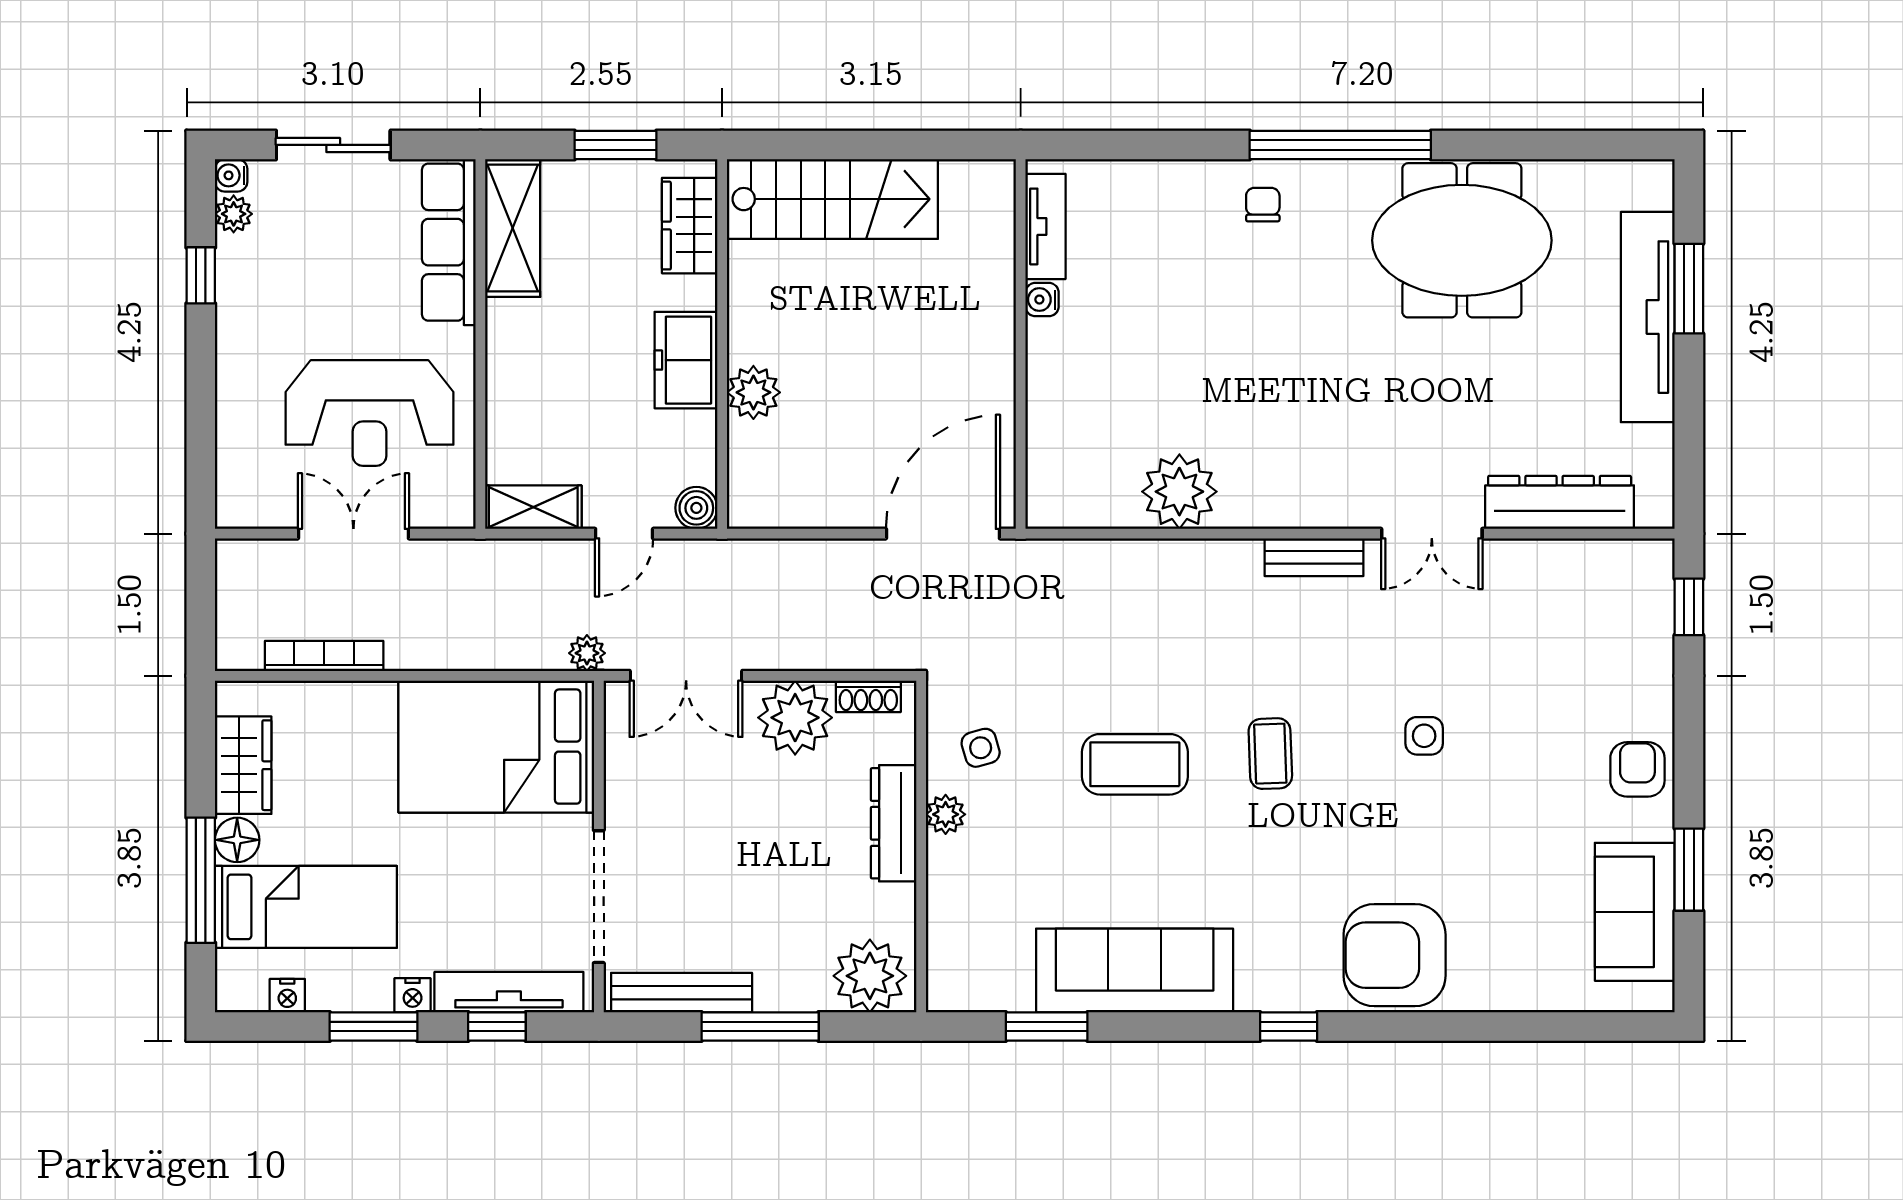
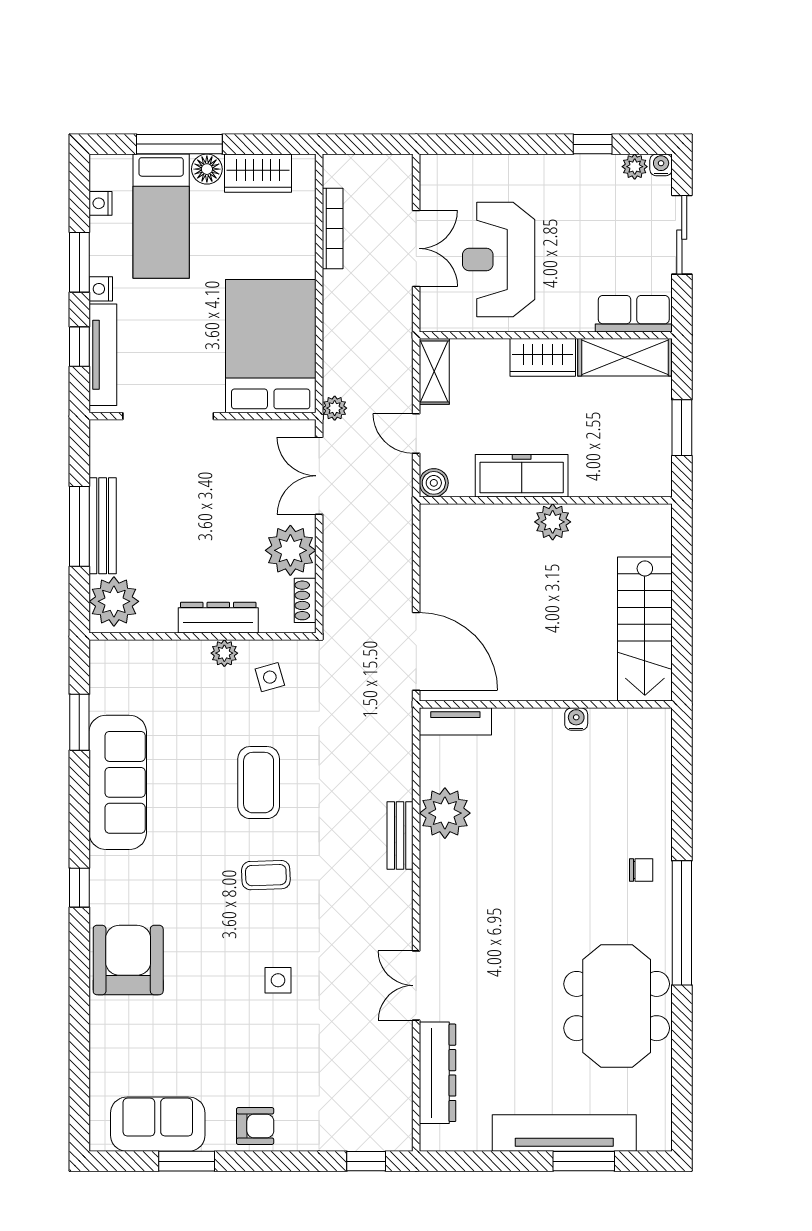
stairs: (832, 199) -> (645, 629), moved
wardrobe: (690, 226) -> (543, 357), moved, turned 180
tv unit: (1045, 226) -> (455, 721), moved
row of seats: (449, 242) -> (634, 314), width x0.68
freezer: (686, 360) -> (522, 476), width x1.40
plant: (753, 392) -> (553, 522), moved
bench: (1314, 557) -> (400, 836), moved
bench: (682, 993) -> (103, 526), moved

